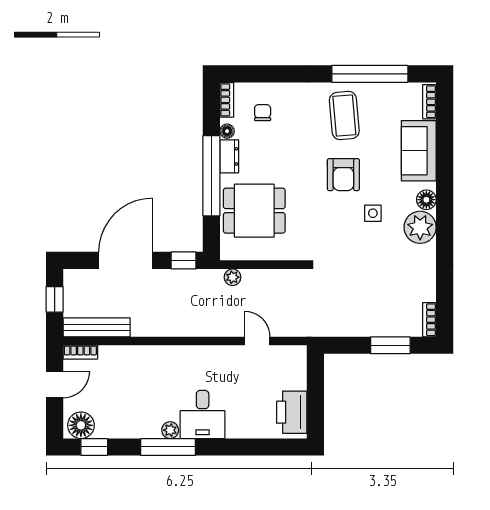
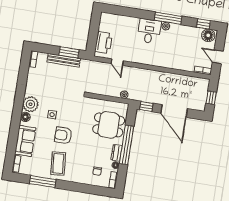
window: (370, 74) -> (43, 182), width x0.68
armchair: (343, 175) -> (63, 135), turned -90
door: (126, 260) -> (174, 111), hinge flipped
bench: (97, 327) -> (64, 60), moved
window: (390, 345) -> (69, 52), moved
door: (55, 385) -> (218, 57), hinge flipped
printer: (292, 412) -> (103, 42), moved

